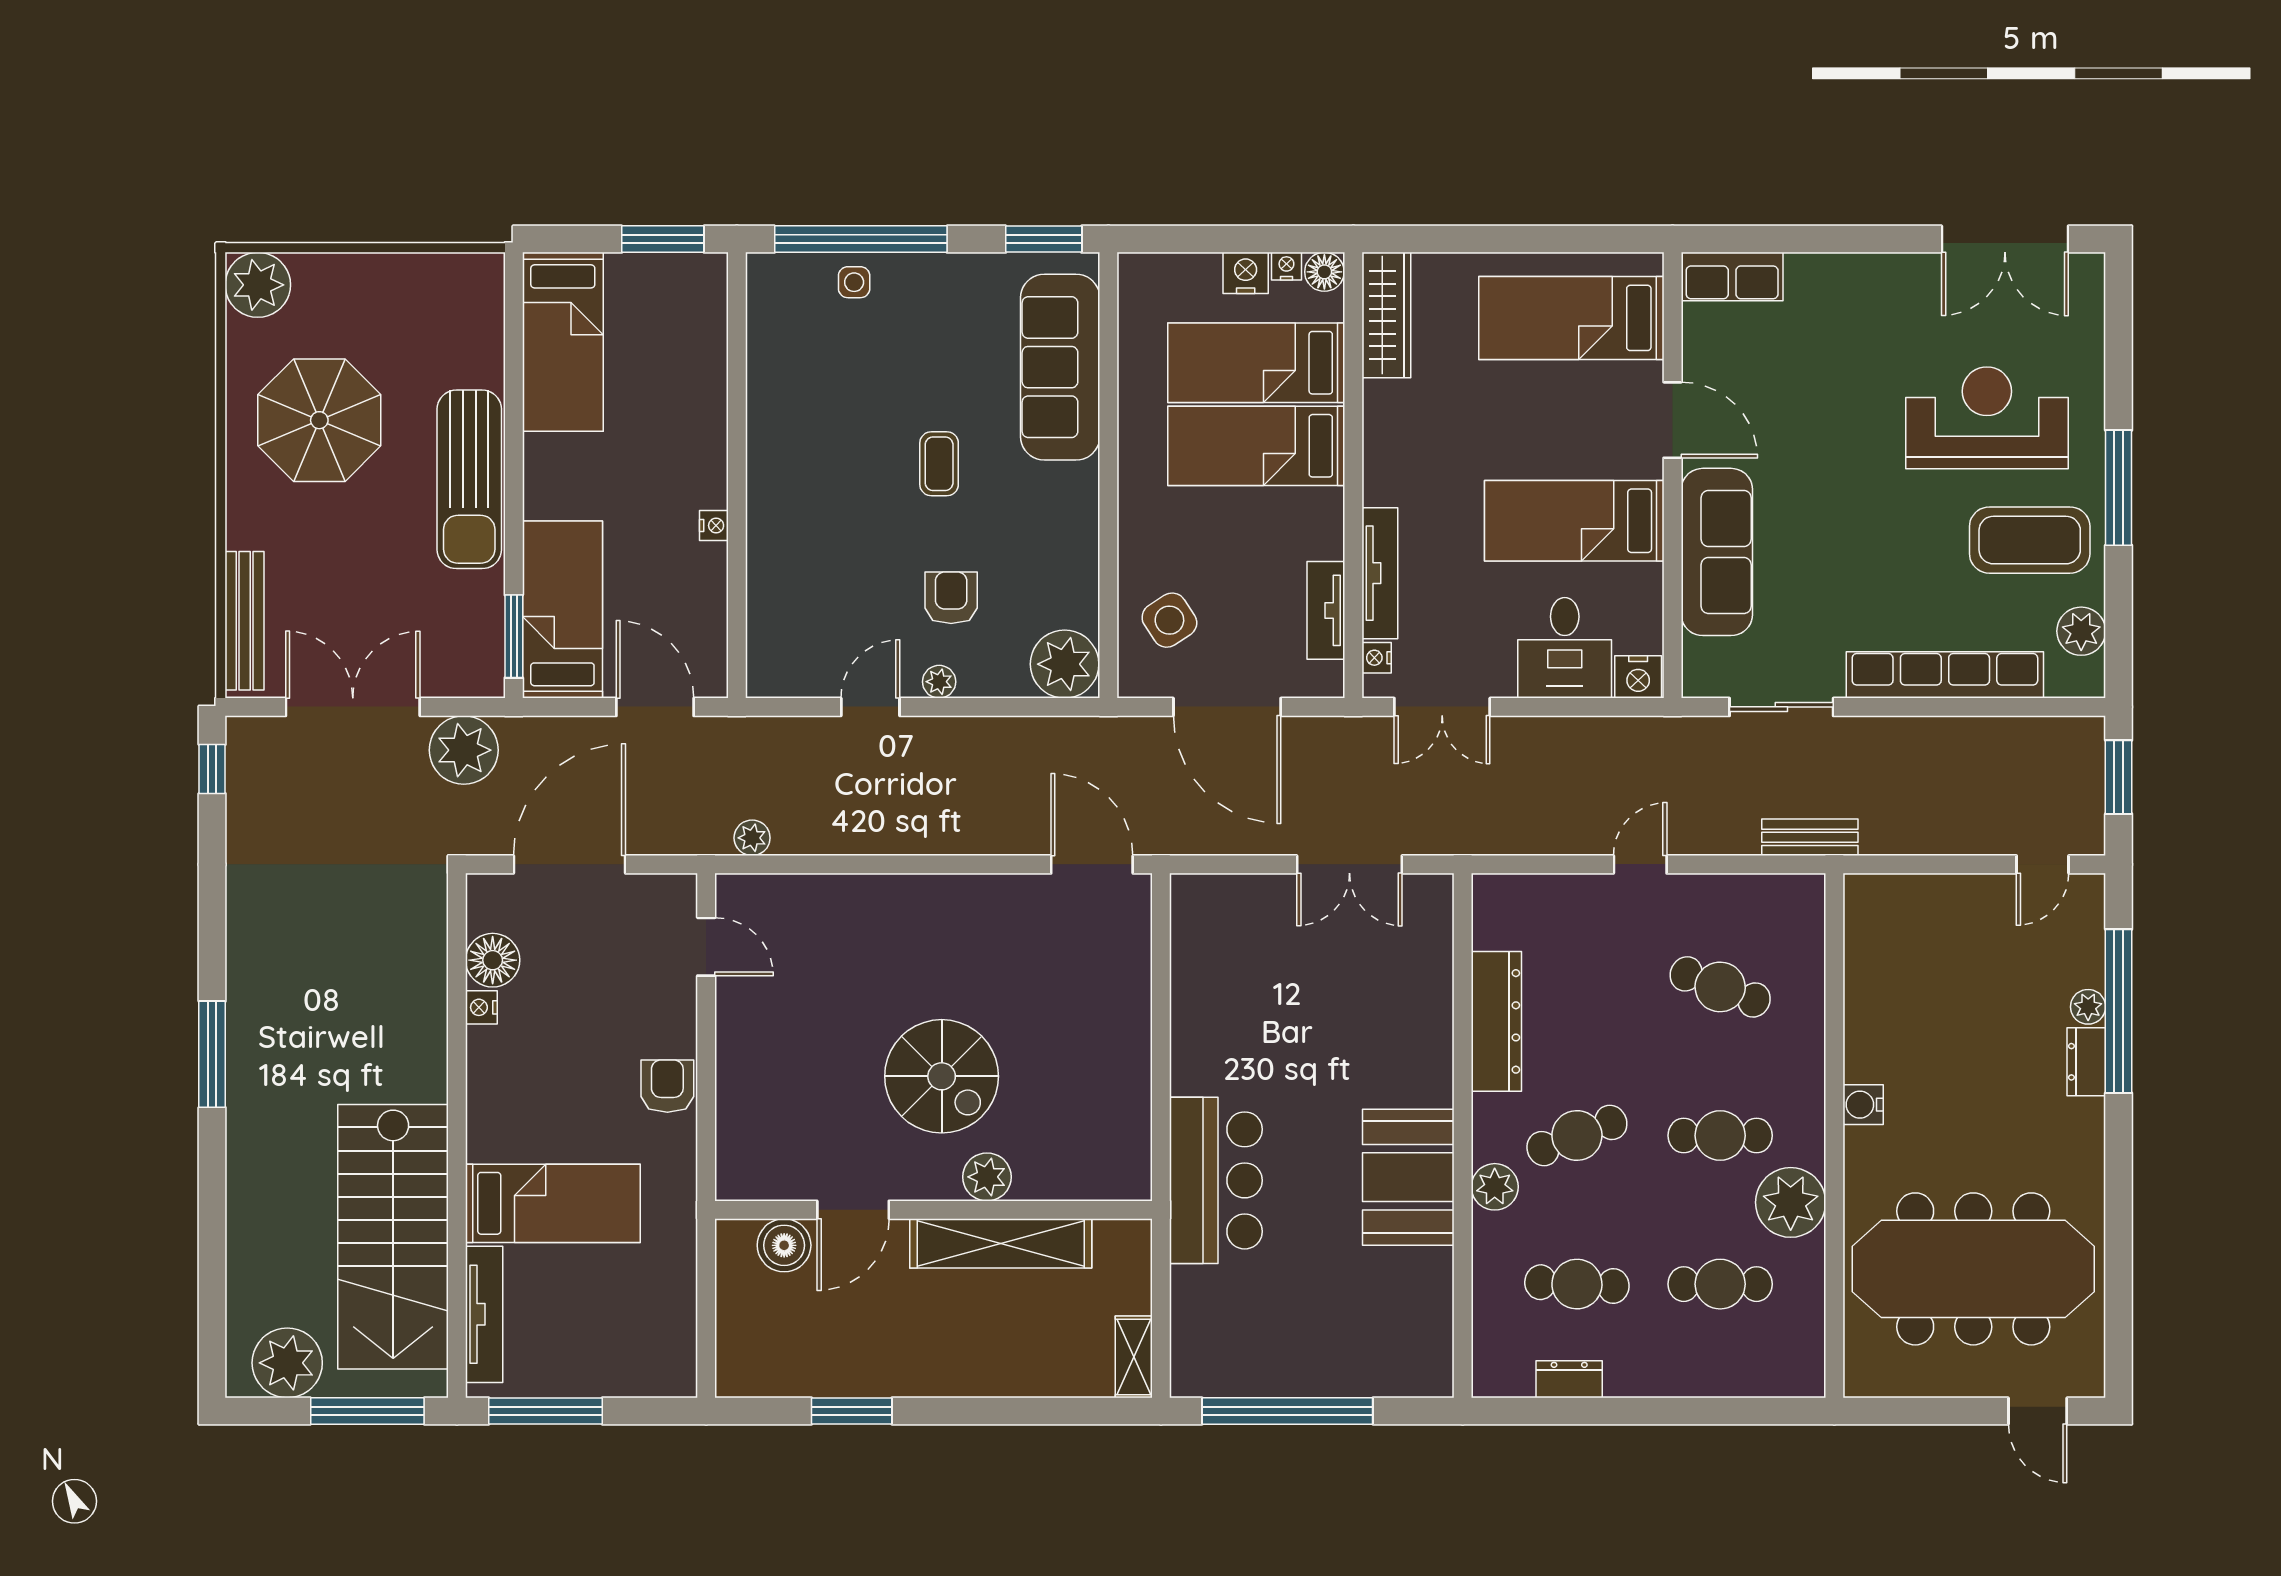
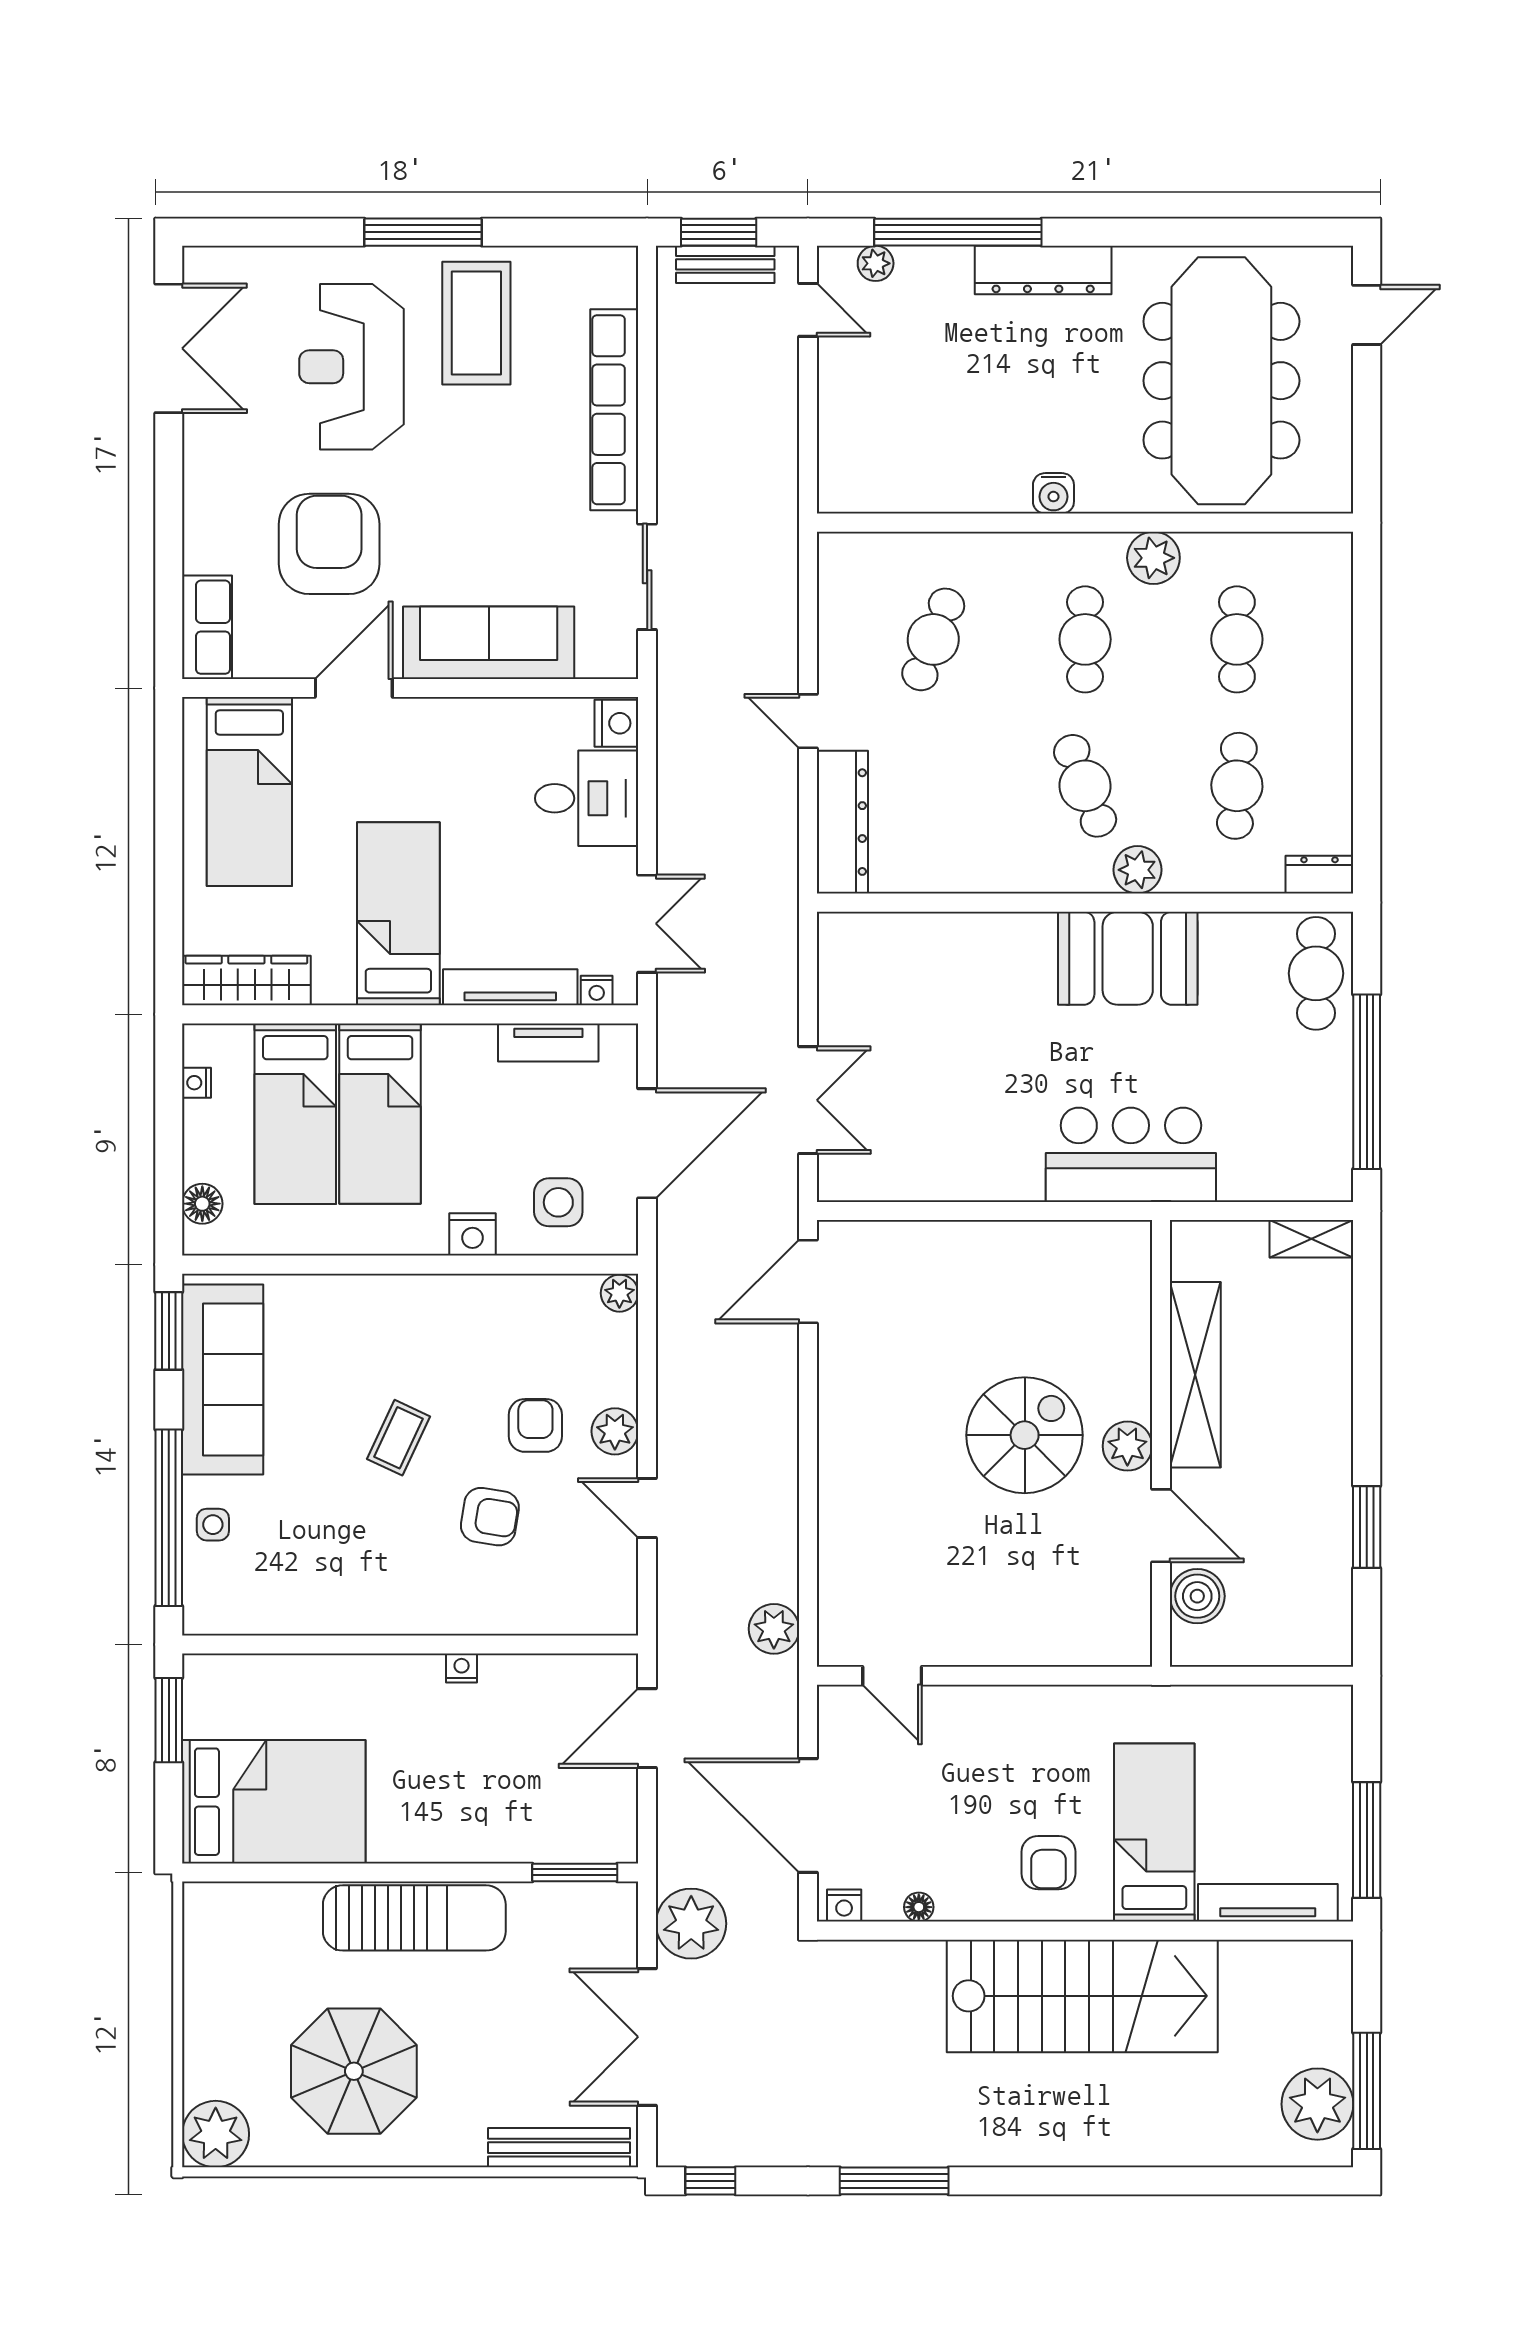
floor lamp: (1324, 272) -> (202, 1204), moved
nightstand: (1246, 273) -> (472, 1234), moved, turned -90
bed: (563, 342) -> (274, 1802), width x1.50
sofa: (1060, 367) -> (223, 1379), moved, turned -90
armchair: (1814, 396) -> (329, 544), added
coffee table: (939, 464) -> (398, 1438), turned -65
bed: (1574, 521) -> (398, 914), moved, turned 180
armchair: (862, 553) -> (490, 1517), added
armchair: (951, 598) -> (535, 1425), turned 90
bed: (562, 610) -> (547, 1823), removed
side table: (1169, 620) -> (558, 1202), turned 33
plant: (2081, 631) -> (570, 270), removed
plant: (1065, 664) -> (619, 1293), width x0.53, depth x0.53
plant: (939, 682) -> (615, 1431), width x1.38, depth x1.38
bench: (1810, 837) -> (725, 264), moved, turned 90
plant: (752, 838) -> (774, 1629), width x1.38, depth x1.38
double door: (1349, 864) -> (808, 1100), moved
door: (706, 947) -> (892, 1676), swing flipped
floor lamp: (493, 960) -> (919, 1907), width x0.53, depth x0.53
nightstand: (481, 1007) -> (844, 1906), moved
plant: (2088, 1007) -> (876, 263), moved
dresser: (1496, 1021) -> (842, 822), moved, turned 90
window: (212, 1054) -> (894, 2181), moved
dresser: (2086, 1062) -> (1043, 270), width x1.96, depth x1.24
armchair: (667, 1086) -> (1048, 1863), moved, turned -90
plant: (987, 1177) -> (1127, 1446), moved
plant: (1791, 1202) -> (1153, 558), width x0.73, depth x0.73
stairs: (393, 1237) -> (1082, 1996), moved
cafe table: (1393, 1361) -> (1316, 973), added
dresser: (1569, 1379) -> (1319, 875), moved, turned 90
window: (367, 1411) -> (1367, 2091), moved

